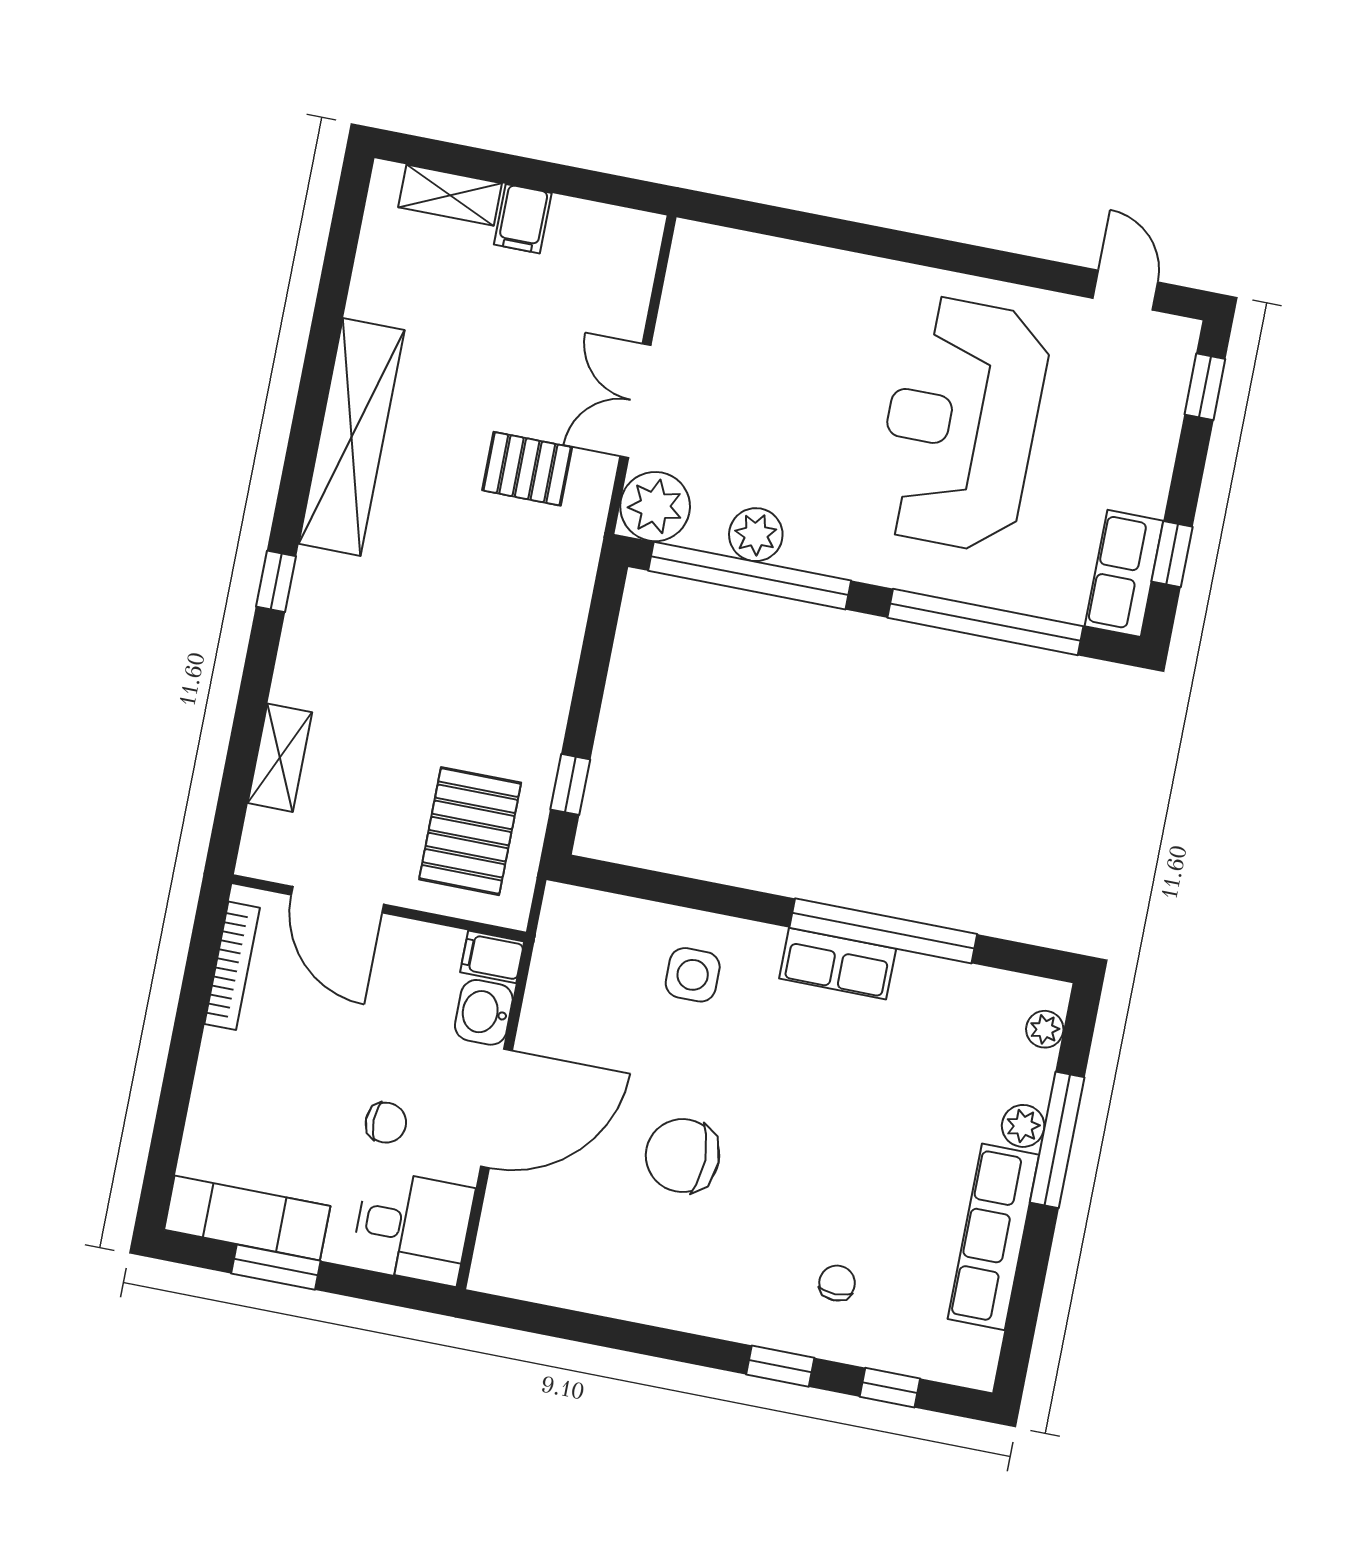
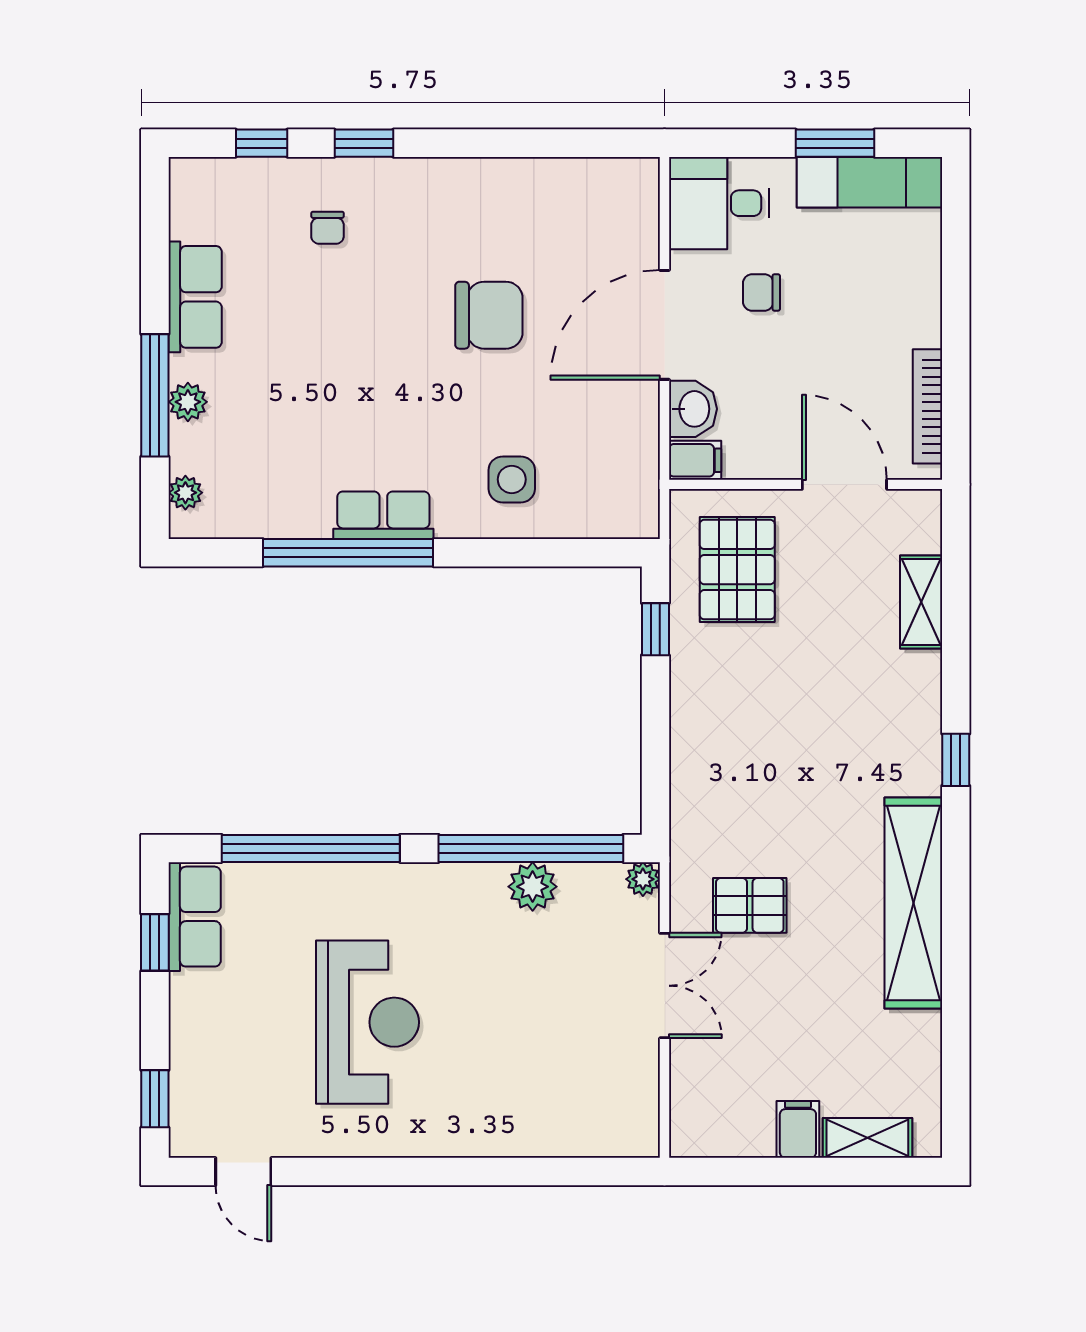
reception desk: (961, 424) -> (367, 1022), width x0.74, depth x0.77
plant: (655, 507) -> (643, 879), width x0.53, depth x0.53
row of seats: (993, 1237) -> (195, 297), width x0.68

